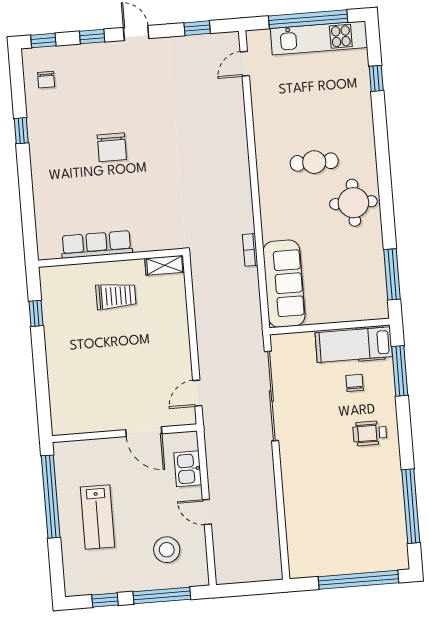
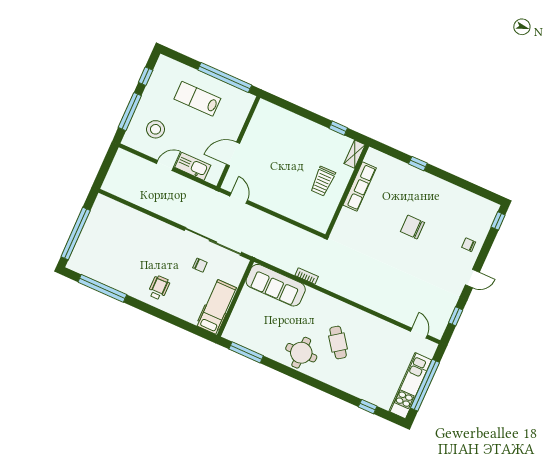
window: (92, 37) -> (485, 251), removed
chair: (46, 80) -> (469, 245), moved
window: (21, 131) -> (418, 164), moved
cafe table: (314, 162) -> (338, 343), turned -36
shelving: (165, 265) -> (355, 154), moved
window: (400, 371) -> (186, 326), removed
chair: (355, 383) -> (200, 265), moved
kitchen sink: (188, 469) -> (193, 166), width x1.38

